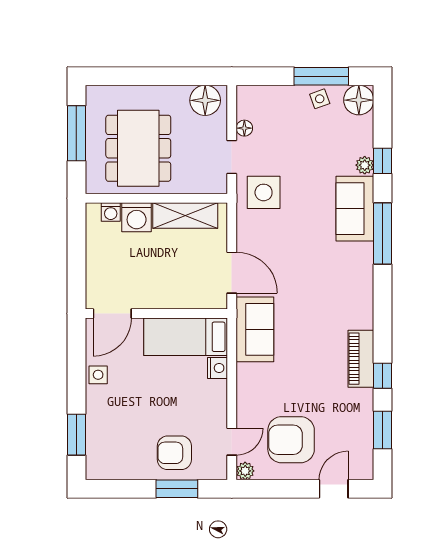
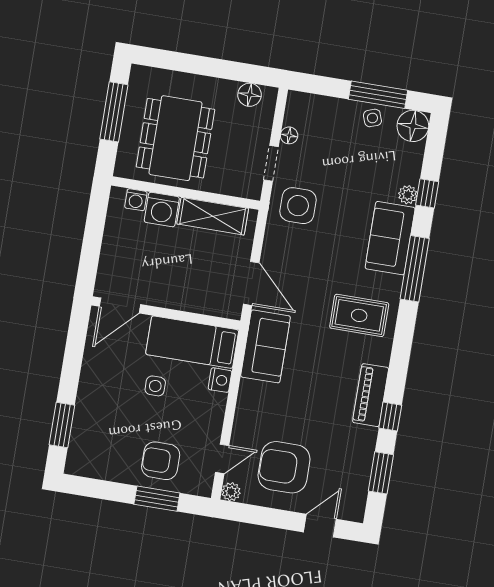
floor lamp: (205, 100) -> (250, 95), width x0.73, depth x0.73
rug: (338, 286) -> (359, 315), added
side table: (98, 375) -> (155, 386), moved

